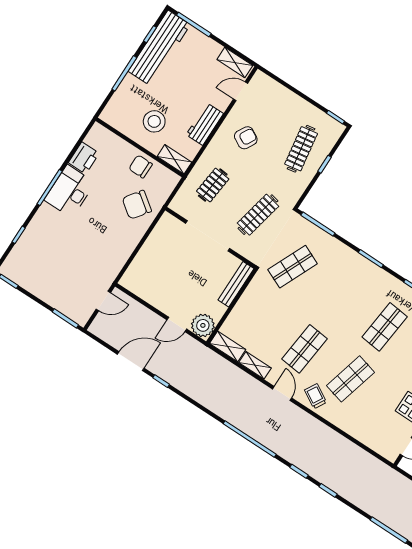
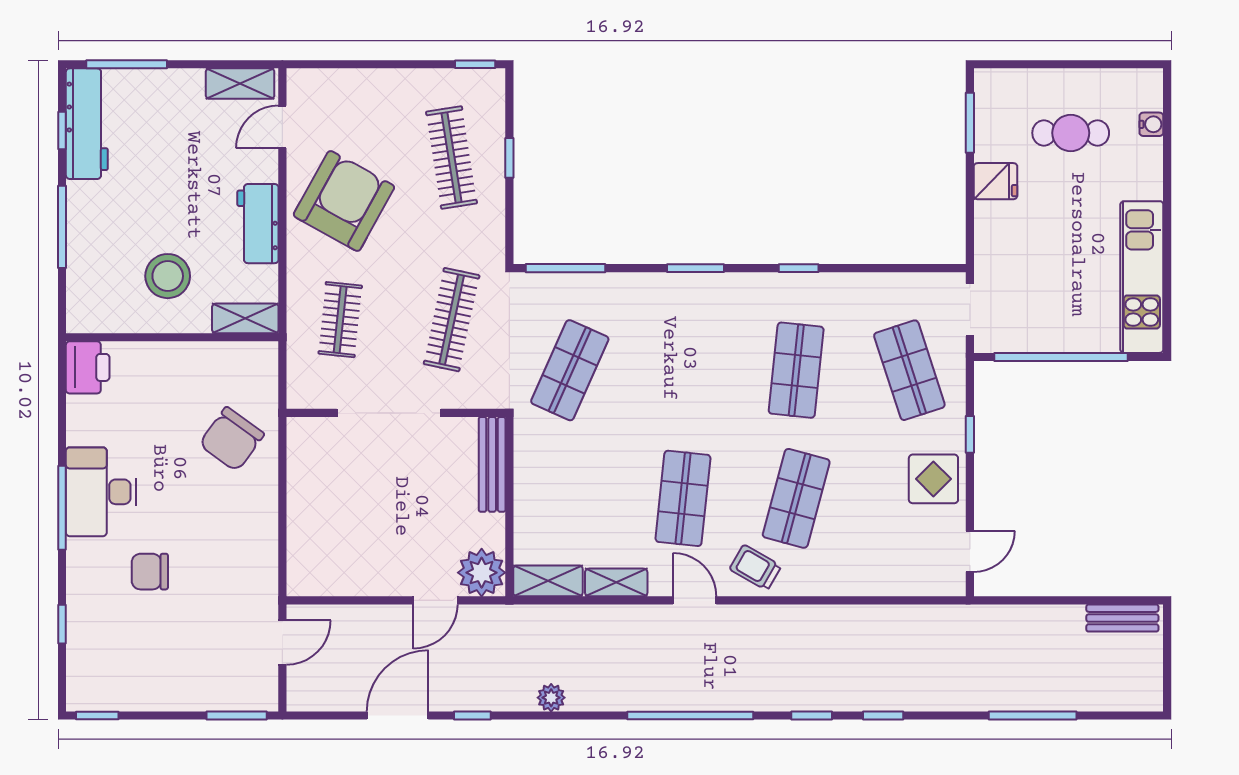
workbench: (159, 48) -> (87, 124), width x0.73, depth x0.76
armchair: (246, 138) -> (344, 201), width x1.88, depth x1.88
printer: (84, 158) -> (88, 367), moved
chair: (141, 166) -> (150, 572), moved
plant: (198, 395) -> (551, 698), added

